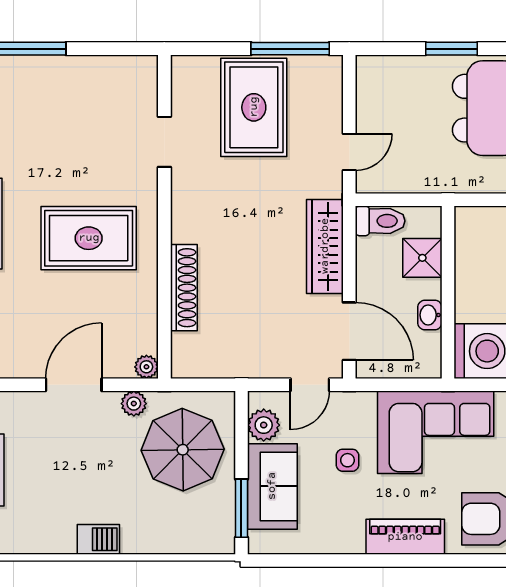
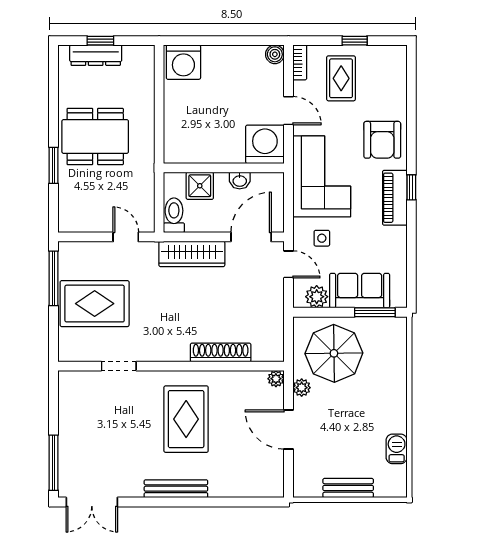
side table: (347, 460) -> (322, 238), moved
barbecue: (98, 539) -> (397, 449), moved
window: (420, 560) -> (411, 187), added

